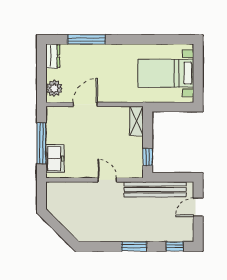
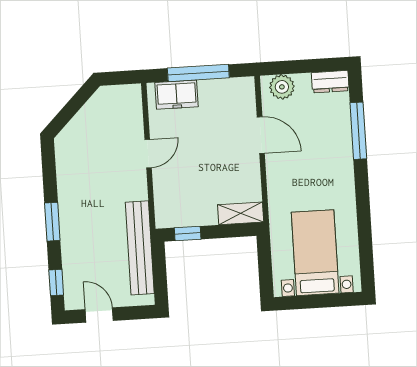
door: (107, 180) -> (148, 154), moved
door: (198, 207) -> (99, 315), moved

